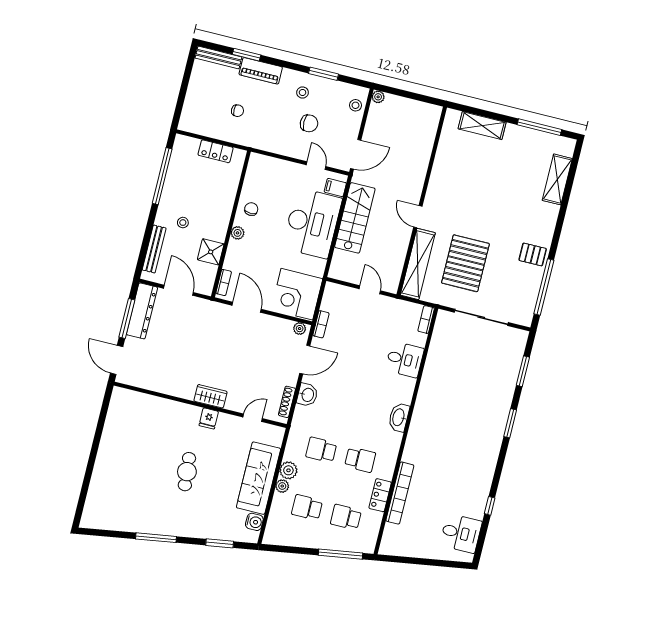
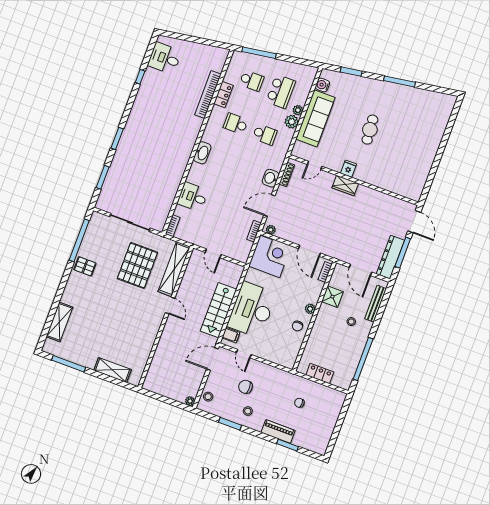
bench: (218, 58) -> (309, 445), removed
school desk: (307, 507) -> (281, 91), width x1.85

